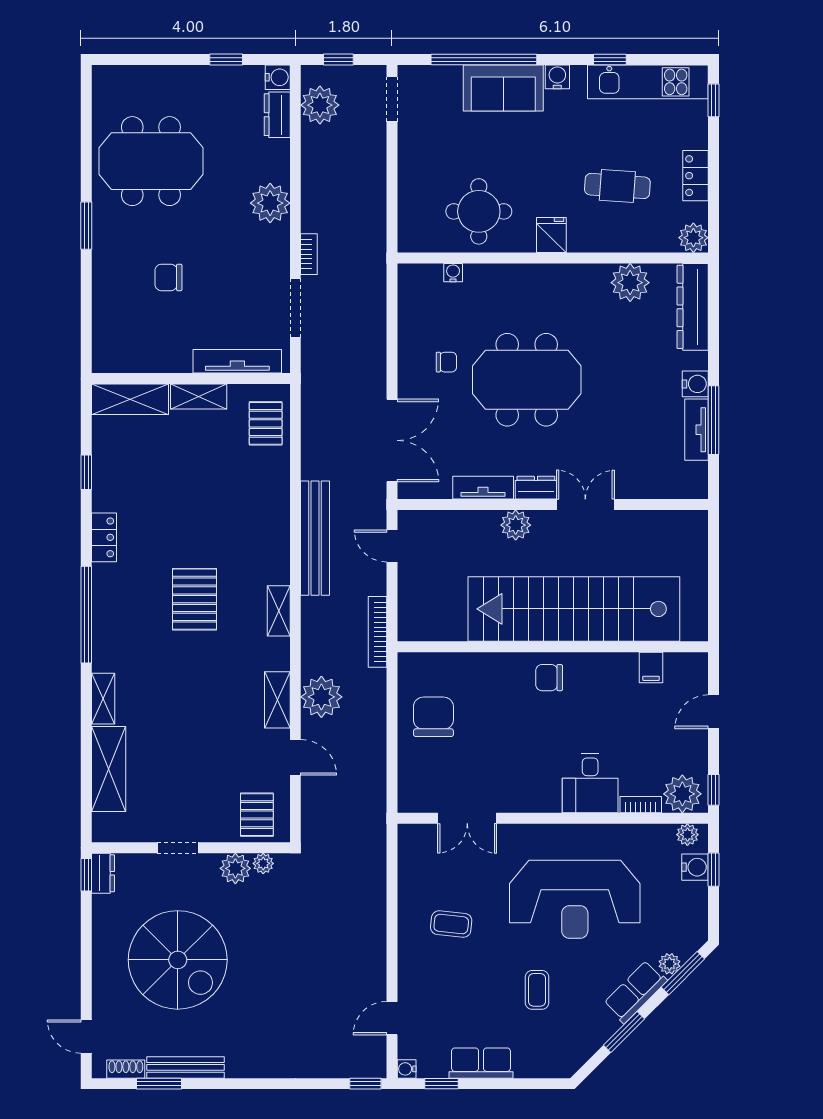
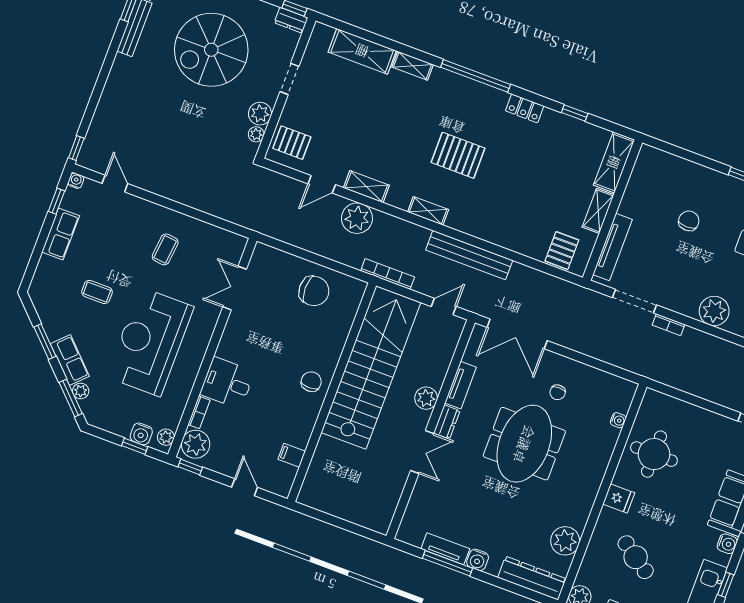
cafe table: (617, 186) -> (636, 557), turned -59
pallet: (266, 423) -> (562, 251), turned 90
stairs: (574, 609) -> (371, 367), moved

